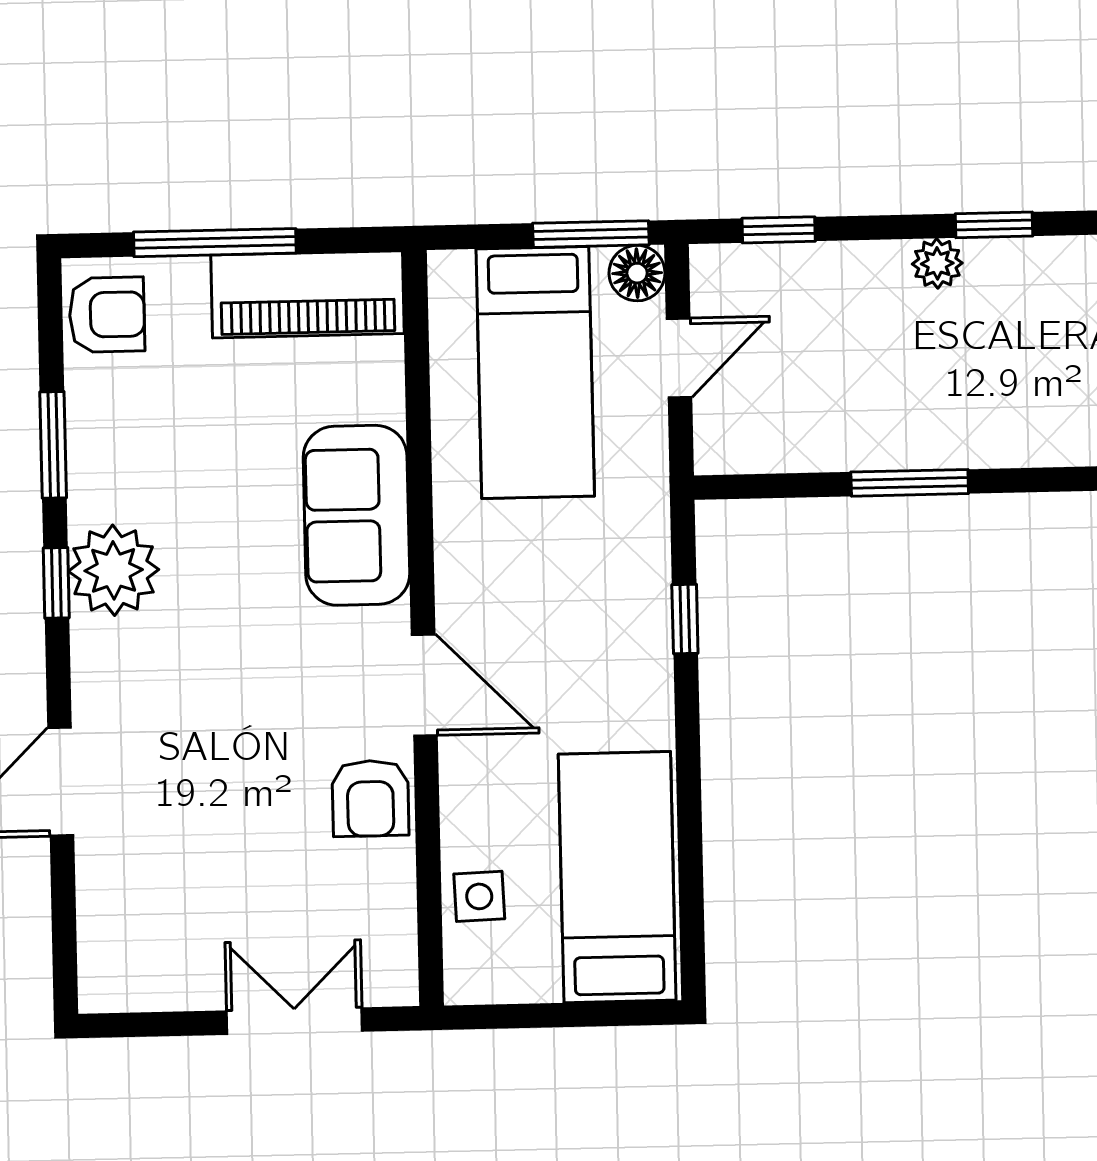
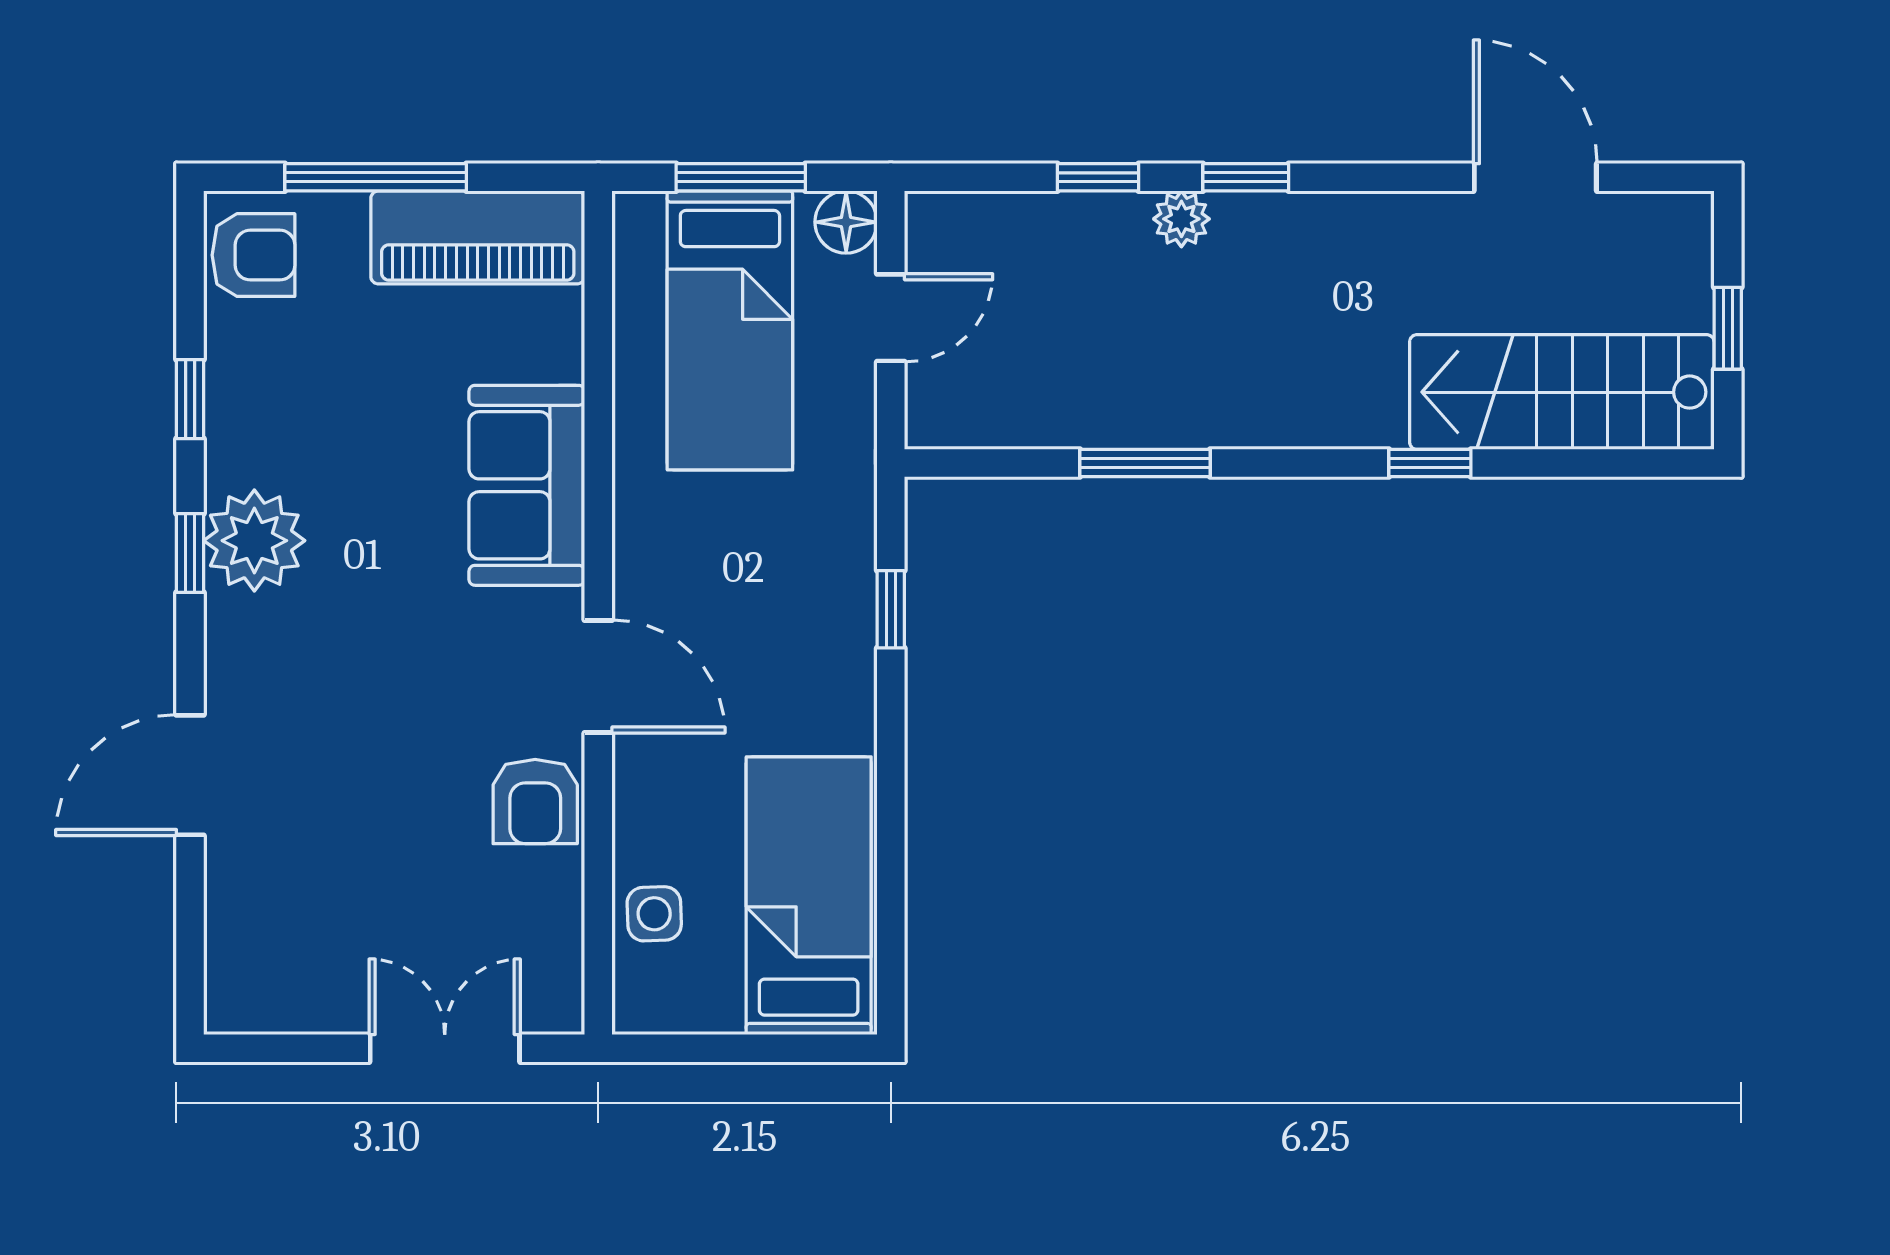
window: (779, 230) -> (1098, 177), moved
window: (591, 234) -> (741, 177), moved
window: (53, 445) -> (190, 399), width x0.67

